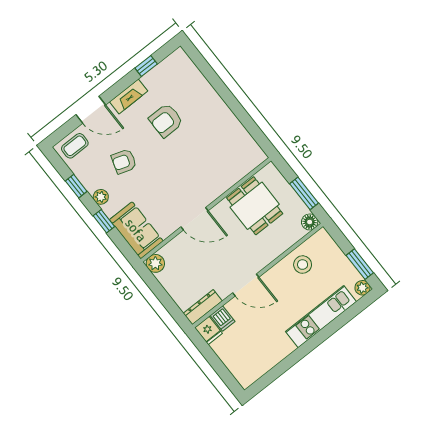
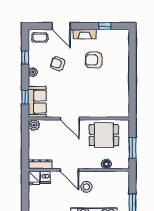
dining table: (255, 206) -> (104, 135), turned 90
window: (104, 221) -> (25, 97), moved
floor lamp: (310, 222) -> (106, 164), moved
stool: (303, 265) -> (86, 187), moved

